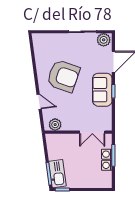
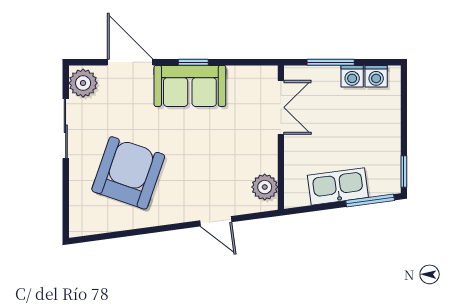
armchair: (63, 76) -> (128, 173), moved
door: (39, 102) -> (216, 221), swing flipped
washing machine: (107, 154) -> (376, 76), moved
kitchen sink: (57, 174) -> (338, 186), moved

